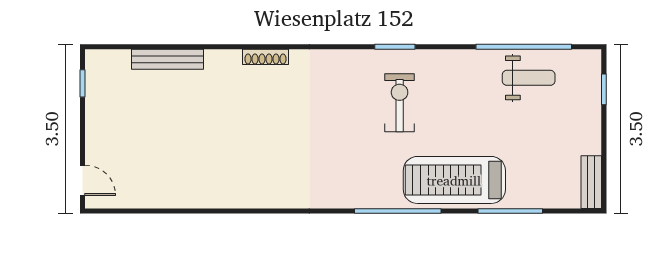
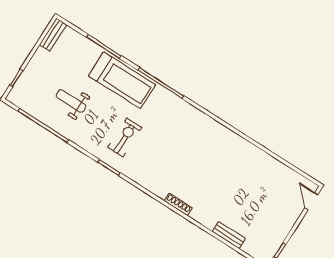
bench: (167, 59) -> (229, 235), width x0.73
weight bench: (529, 78) -> (71, 101), moved
exercise bike: (400, 103) -> (125, 137), turned 180

